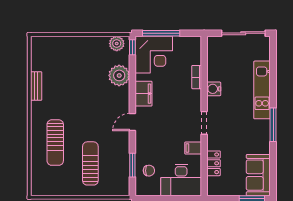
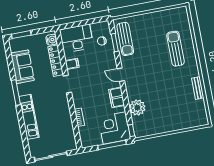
plant: (117, 44) -> (144, 131), removed
water cooler: (214, 89) -> (52, 40), moved
door: (132, 122) -> (121, 75), swing flipped
sun lounger: (90, 163) -> (125, 39), moved
locker: (214, 163) -> (56, 61), width x1.53
sofa: (258, 175) -> (22, 67), moved

